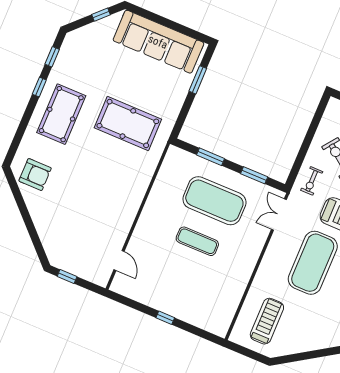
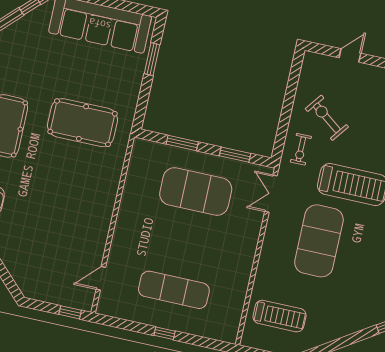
exercise mat: (197, 241) -> (174, 290), moved, width x1.36, depth x1.45
door: (119, 260) -> (101, 278), swing flipped
window: (67, 276) -> (70, 312), moved
treadmill: (267, 321) -> (280, 316), turned 90

